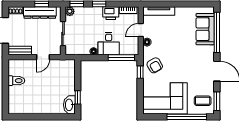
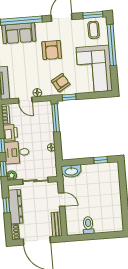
desk: (109, 44) -> (17, 152), moved, turned 180
armchair: (187, 59) -> (52, 50), added
washbasin: (69, 105) -> (71, 171), moved

